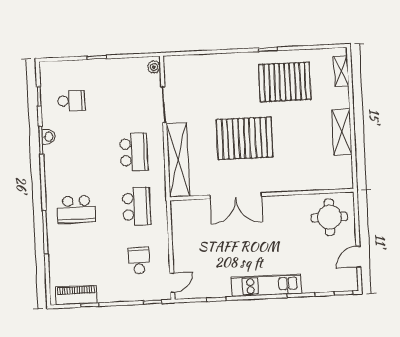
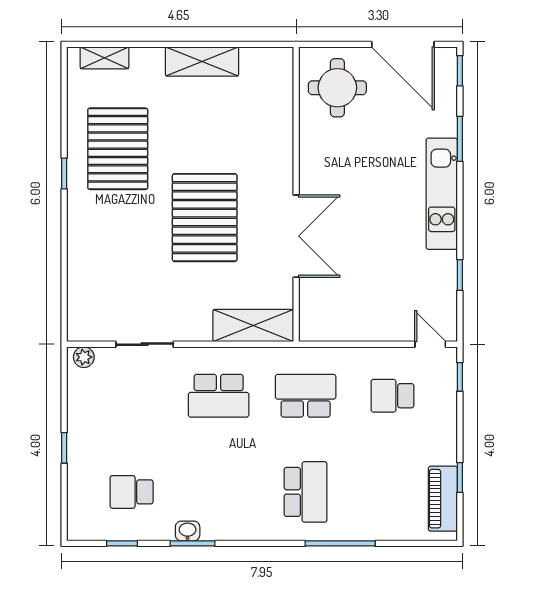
school desk: (71, 101) -> (132, 492), turned -90
school desk: (134, 152) -> (219, 396), turned 180
shelving: (178, 160) -> (253, 326), width x0.68
door: (358, 257) -> (403, 44), width x1.88

